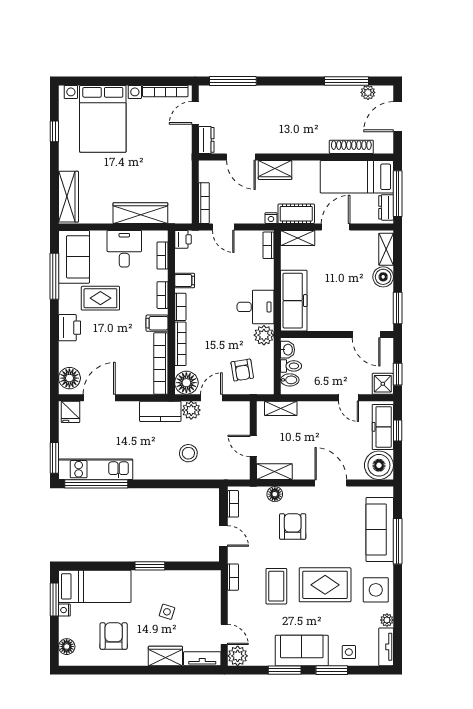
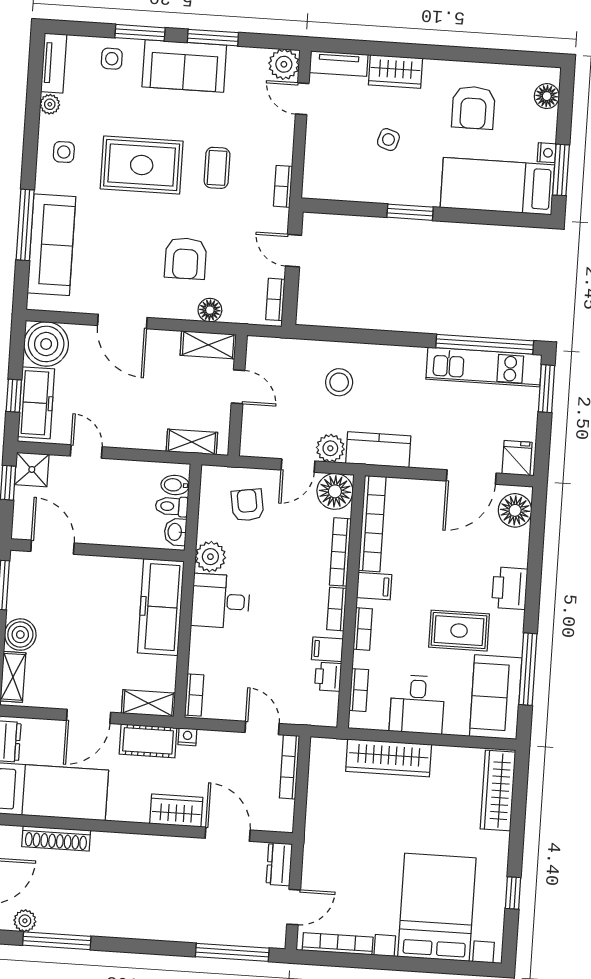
printer: (183, 239) -> (328, 677), moved
coffee table: (276, 586) -> (217, 168), width x0.73, depth x0.77
side table: (376, 590) -> (64, 152), width x0.54, depth x0.54

